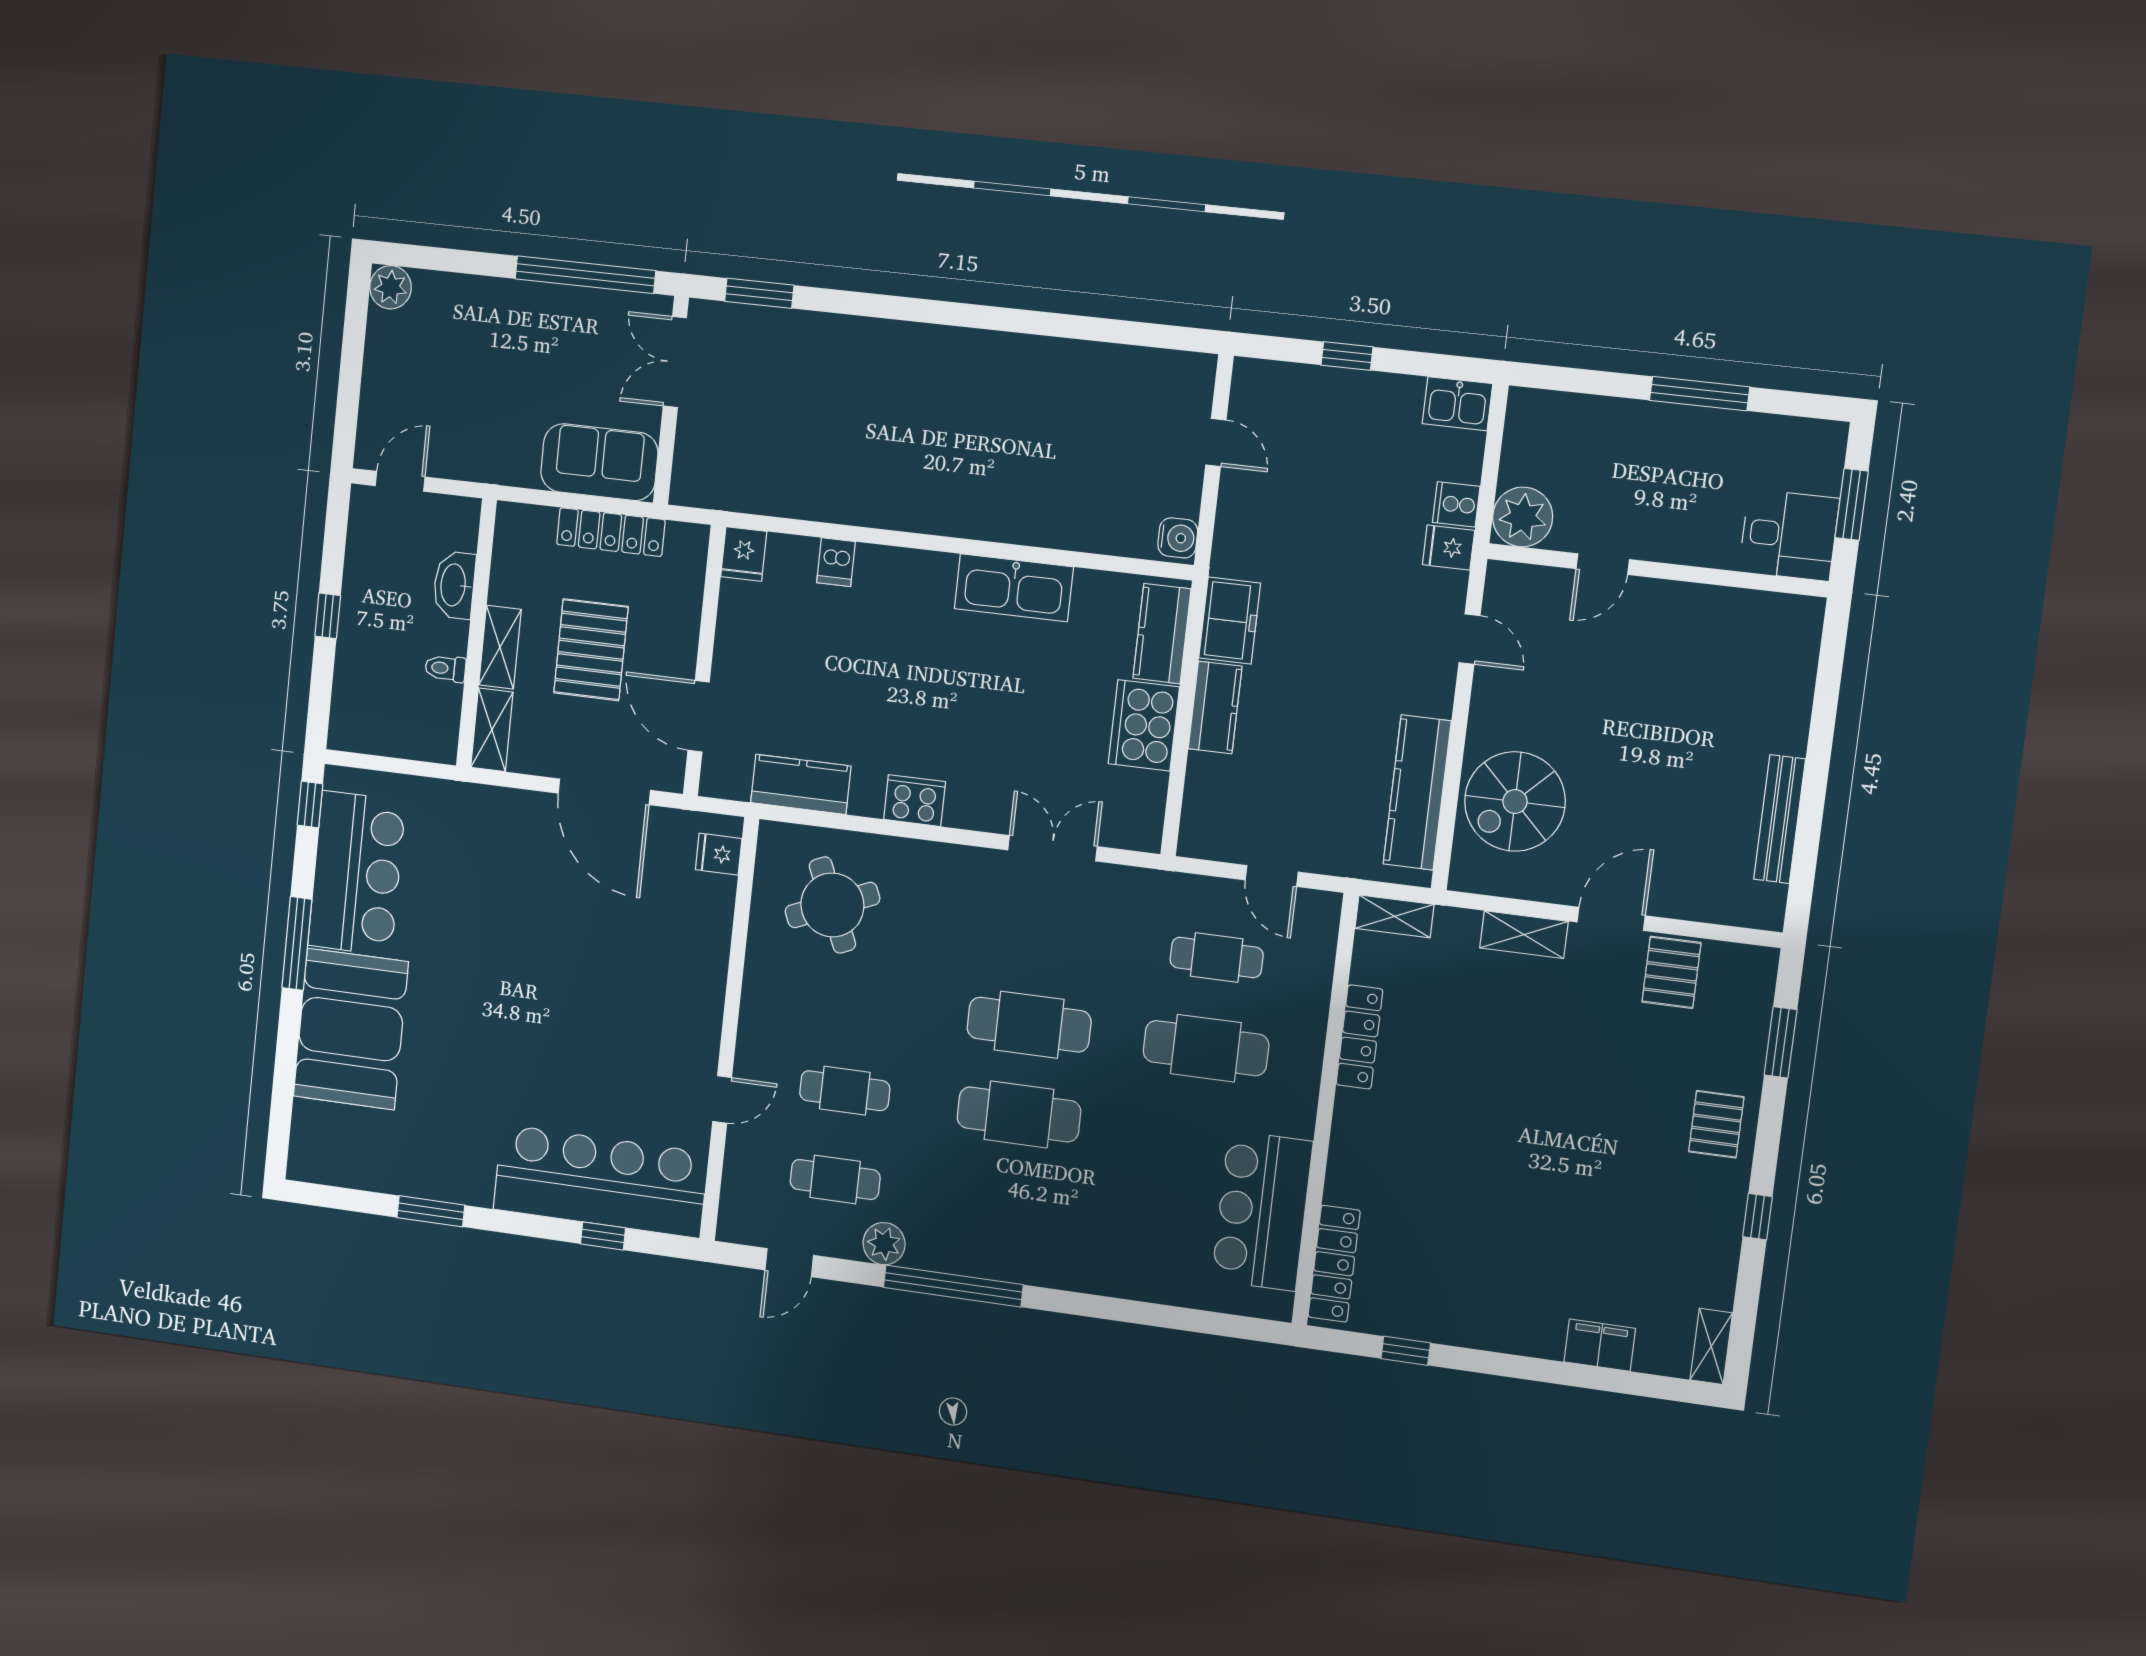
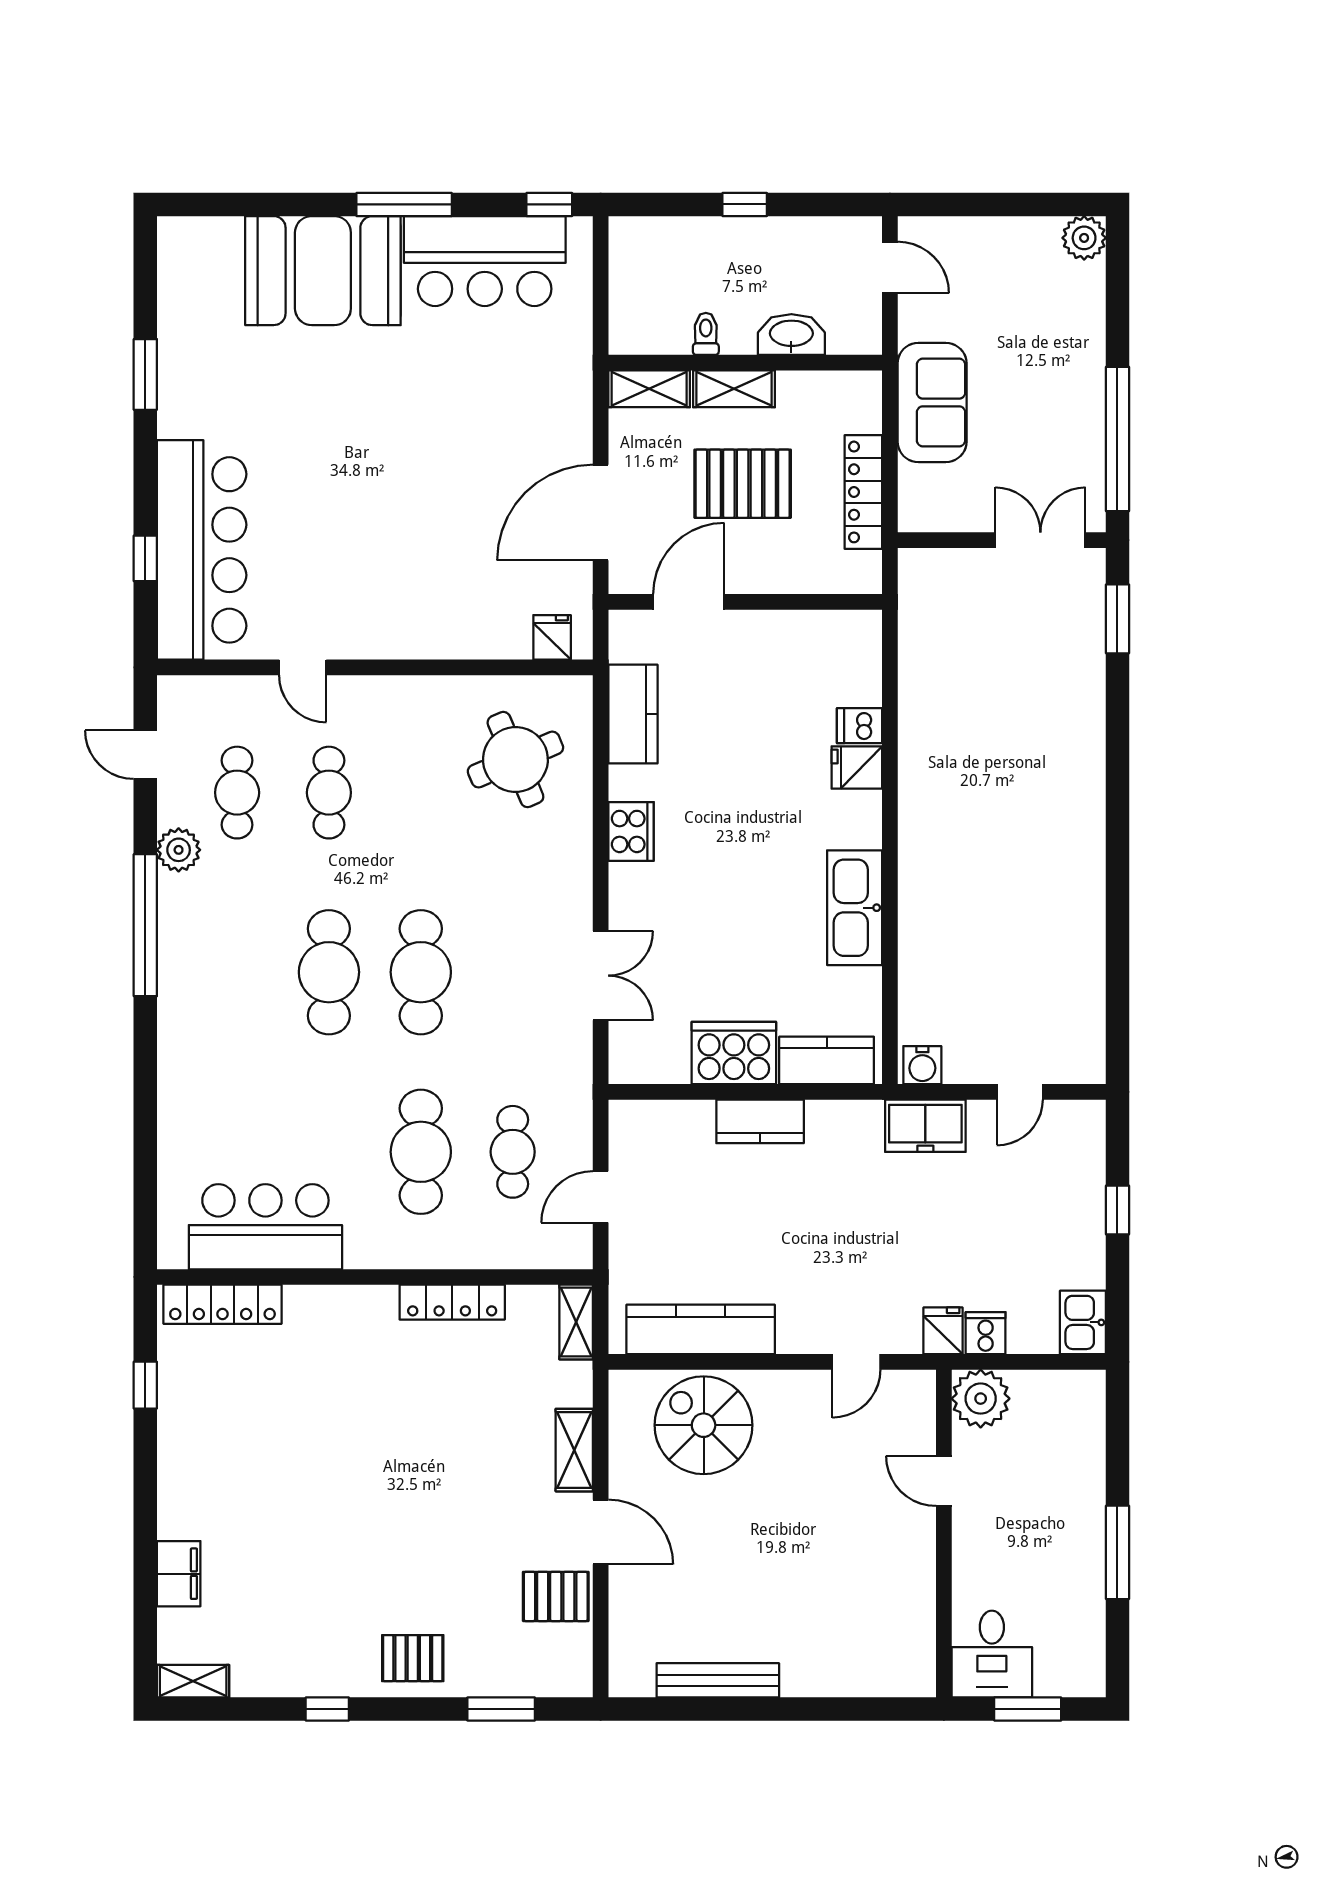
sofa: (599, 462) -> (932, 402), moved
fridge: (744, 554) -> (857, 768), moved
freezer: (1230, 621) -> (925, 1126), moved

